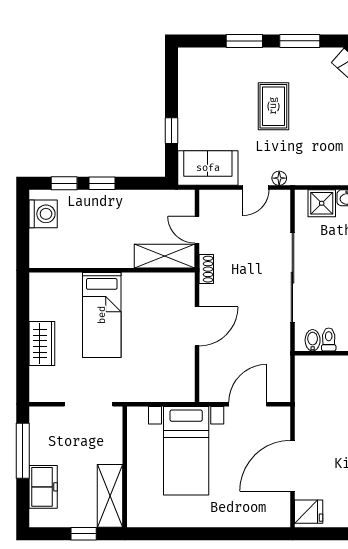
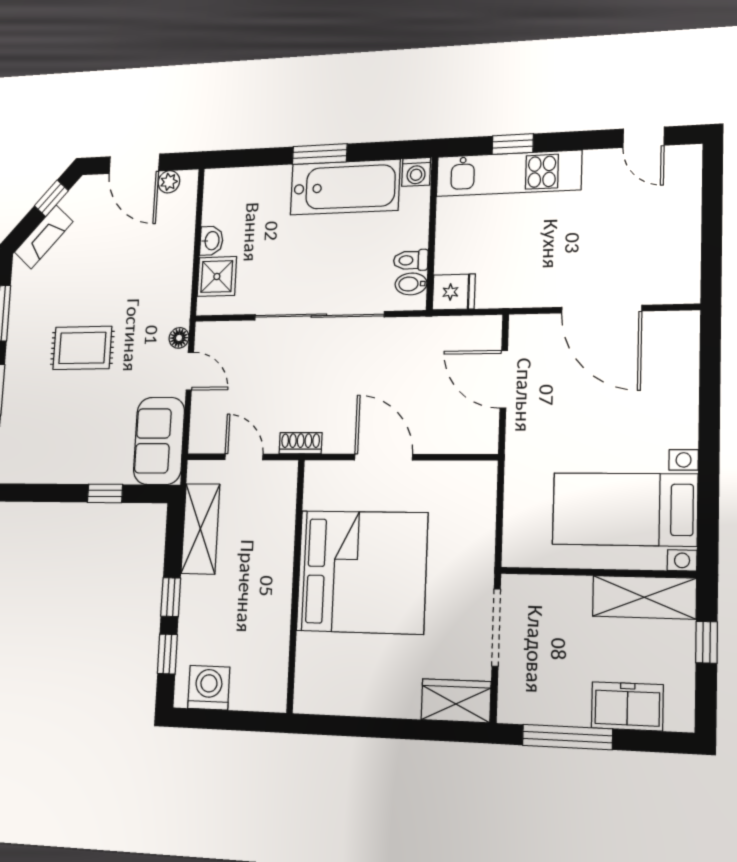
door: (197, 230) -> (244, 457), swing flipped
shelving: (165, 256) -> (200, 529), moved
bed: (102, 315) -> (362, 572), width x2.04
wardrobe: (42, 344) -> (456, 701), moved
bed with nightstands: (186, 451) -> (625, 509), moved, turned 180
fridge: (309, 512) -> (454, 292), moved, turned 90

